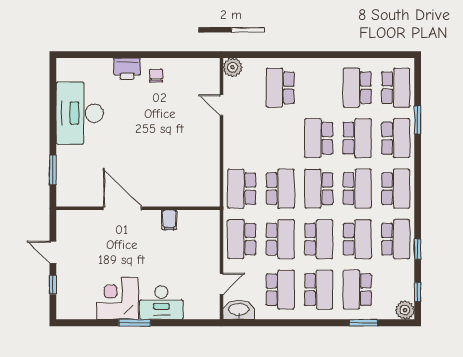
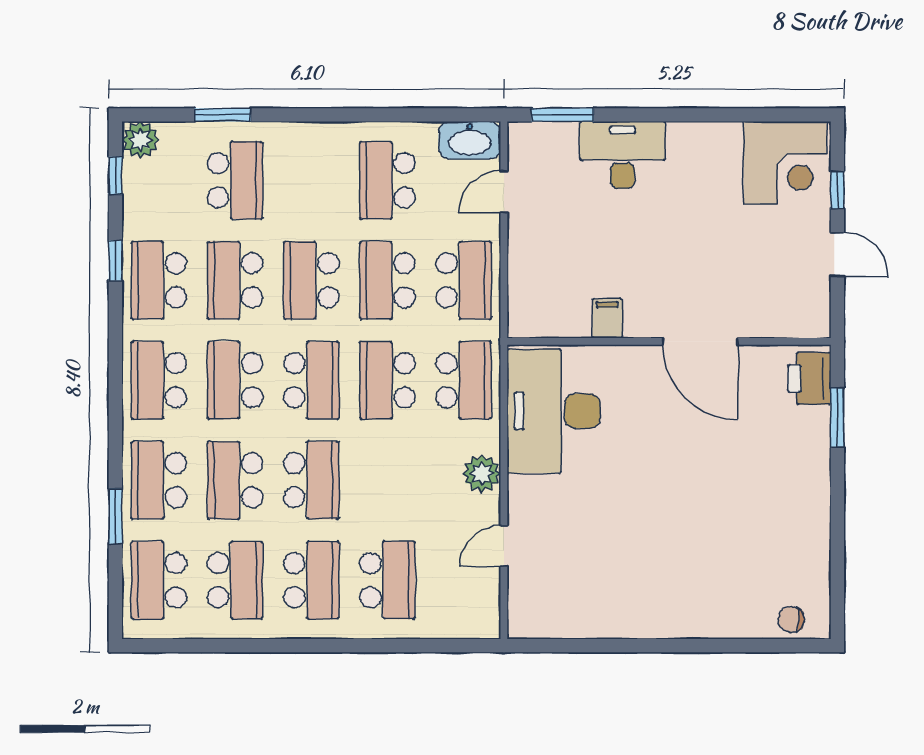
plant: (233, 67) -> (482, 474), moved
printer: (127, 69) -> (809, 378), moved, turned -90
chair: (156, 76) -> (791, 619), moved, turned 90
door: (221, 105) -> (504, 546), swing flipped
desk: (80, 113) -> (554, 411), moved, turned 180
school desk: (319, 290) -> (311, 580), moved, turned 180
corner desk: (118, 299) -> (785, 163), moved
window: (135, 323) -> (563, 115), moved

